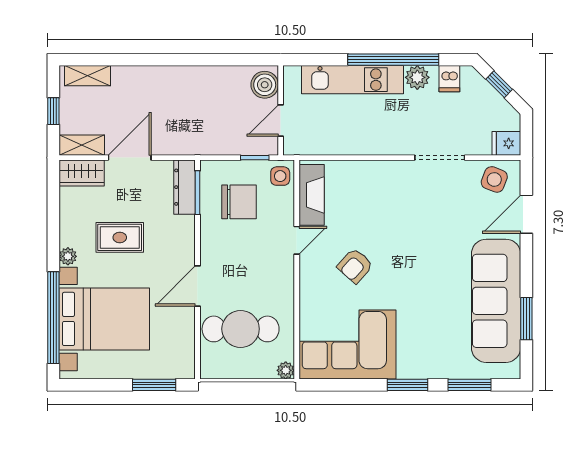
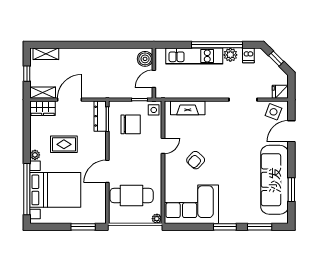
fireplace: (312, 195) -> (188, 108), moved, turned 90

